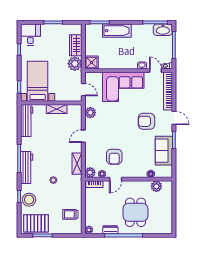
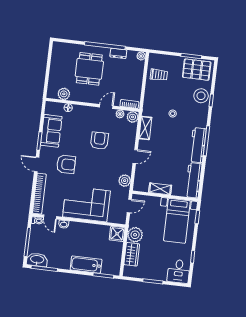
door: (83, 90) -> (129, 206), swing flipped
armchair: (114, 157) -> (99, 141), moved
workbench: (27, 167) -> (198, 145), moved

